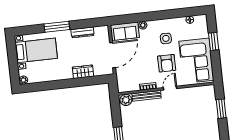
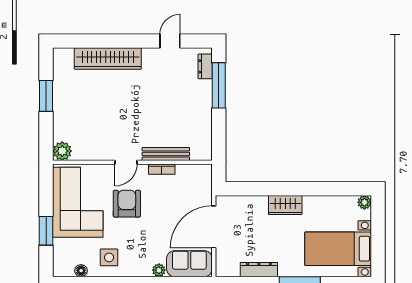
side table: (166, 38) -> (109, 257), moved
wardrobe: (83, 72) -> (285, 205), moved
plant: (126, 100) -> (62, 151), moved
window: (221, 109) -> (46, 96), moved

